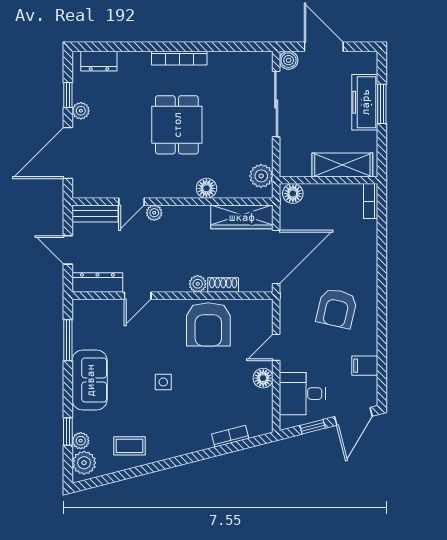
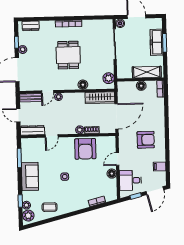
floor lamp: (293, 194) -> (141, 86), moved
armchair: (337, 308) -> (146, 140), turned -103

